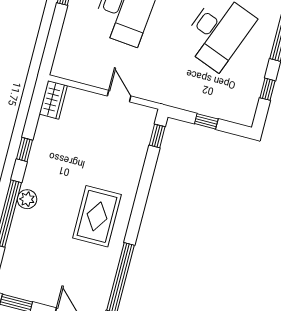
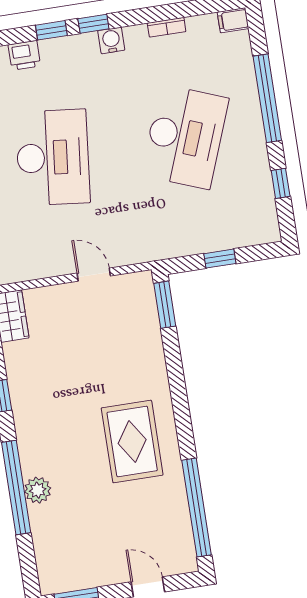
window: (157, 136) -> (165, 305), width x1.50
plant: (27, 199) -> (38, 490), moved

